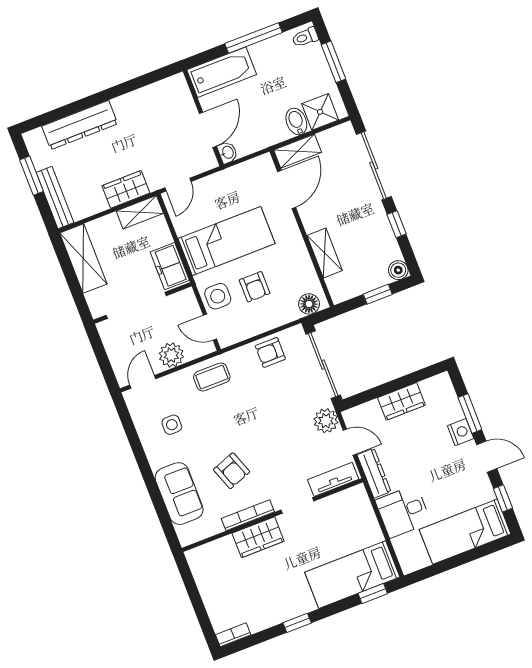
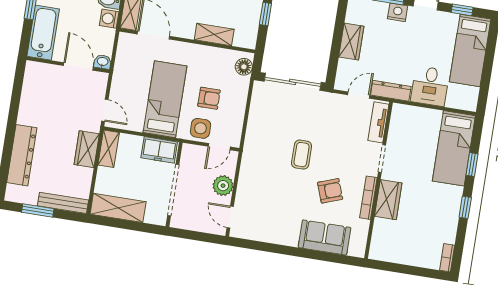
washing machine: (277, 133) -> (109, 19), added
armchair: (270, 352) -> (262, 114), removed
coffee table: (212, 377) -> (302, 155), moved
plant: (326, 421) -> (334, 103), removed
side table: (172, 425) -> (273, 214), removed
window: (373, 594) -> (472, 165), moved

